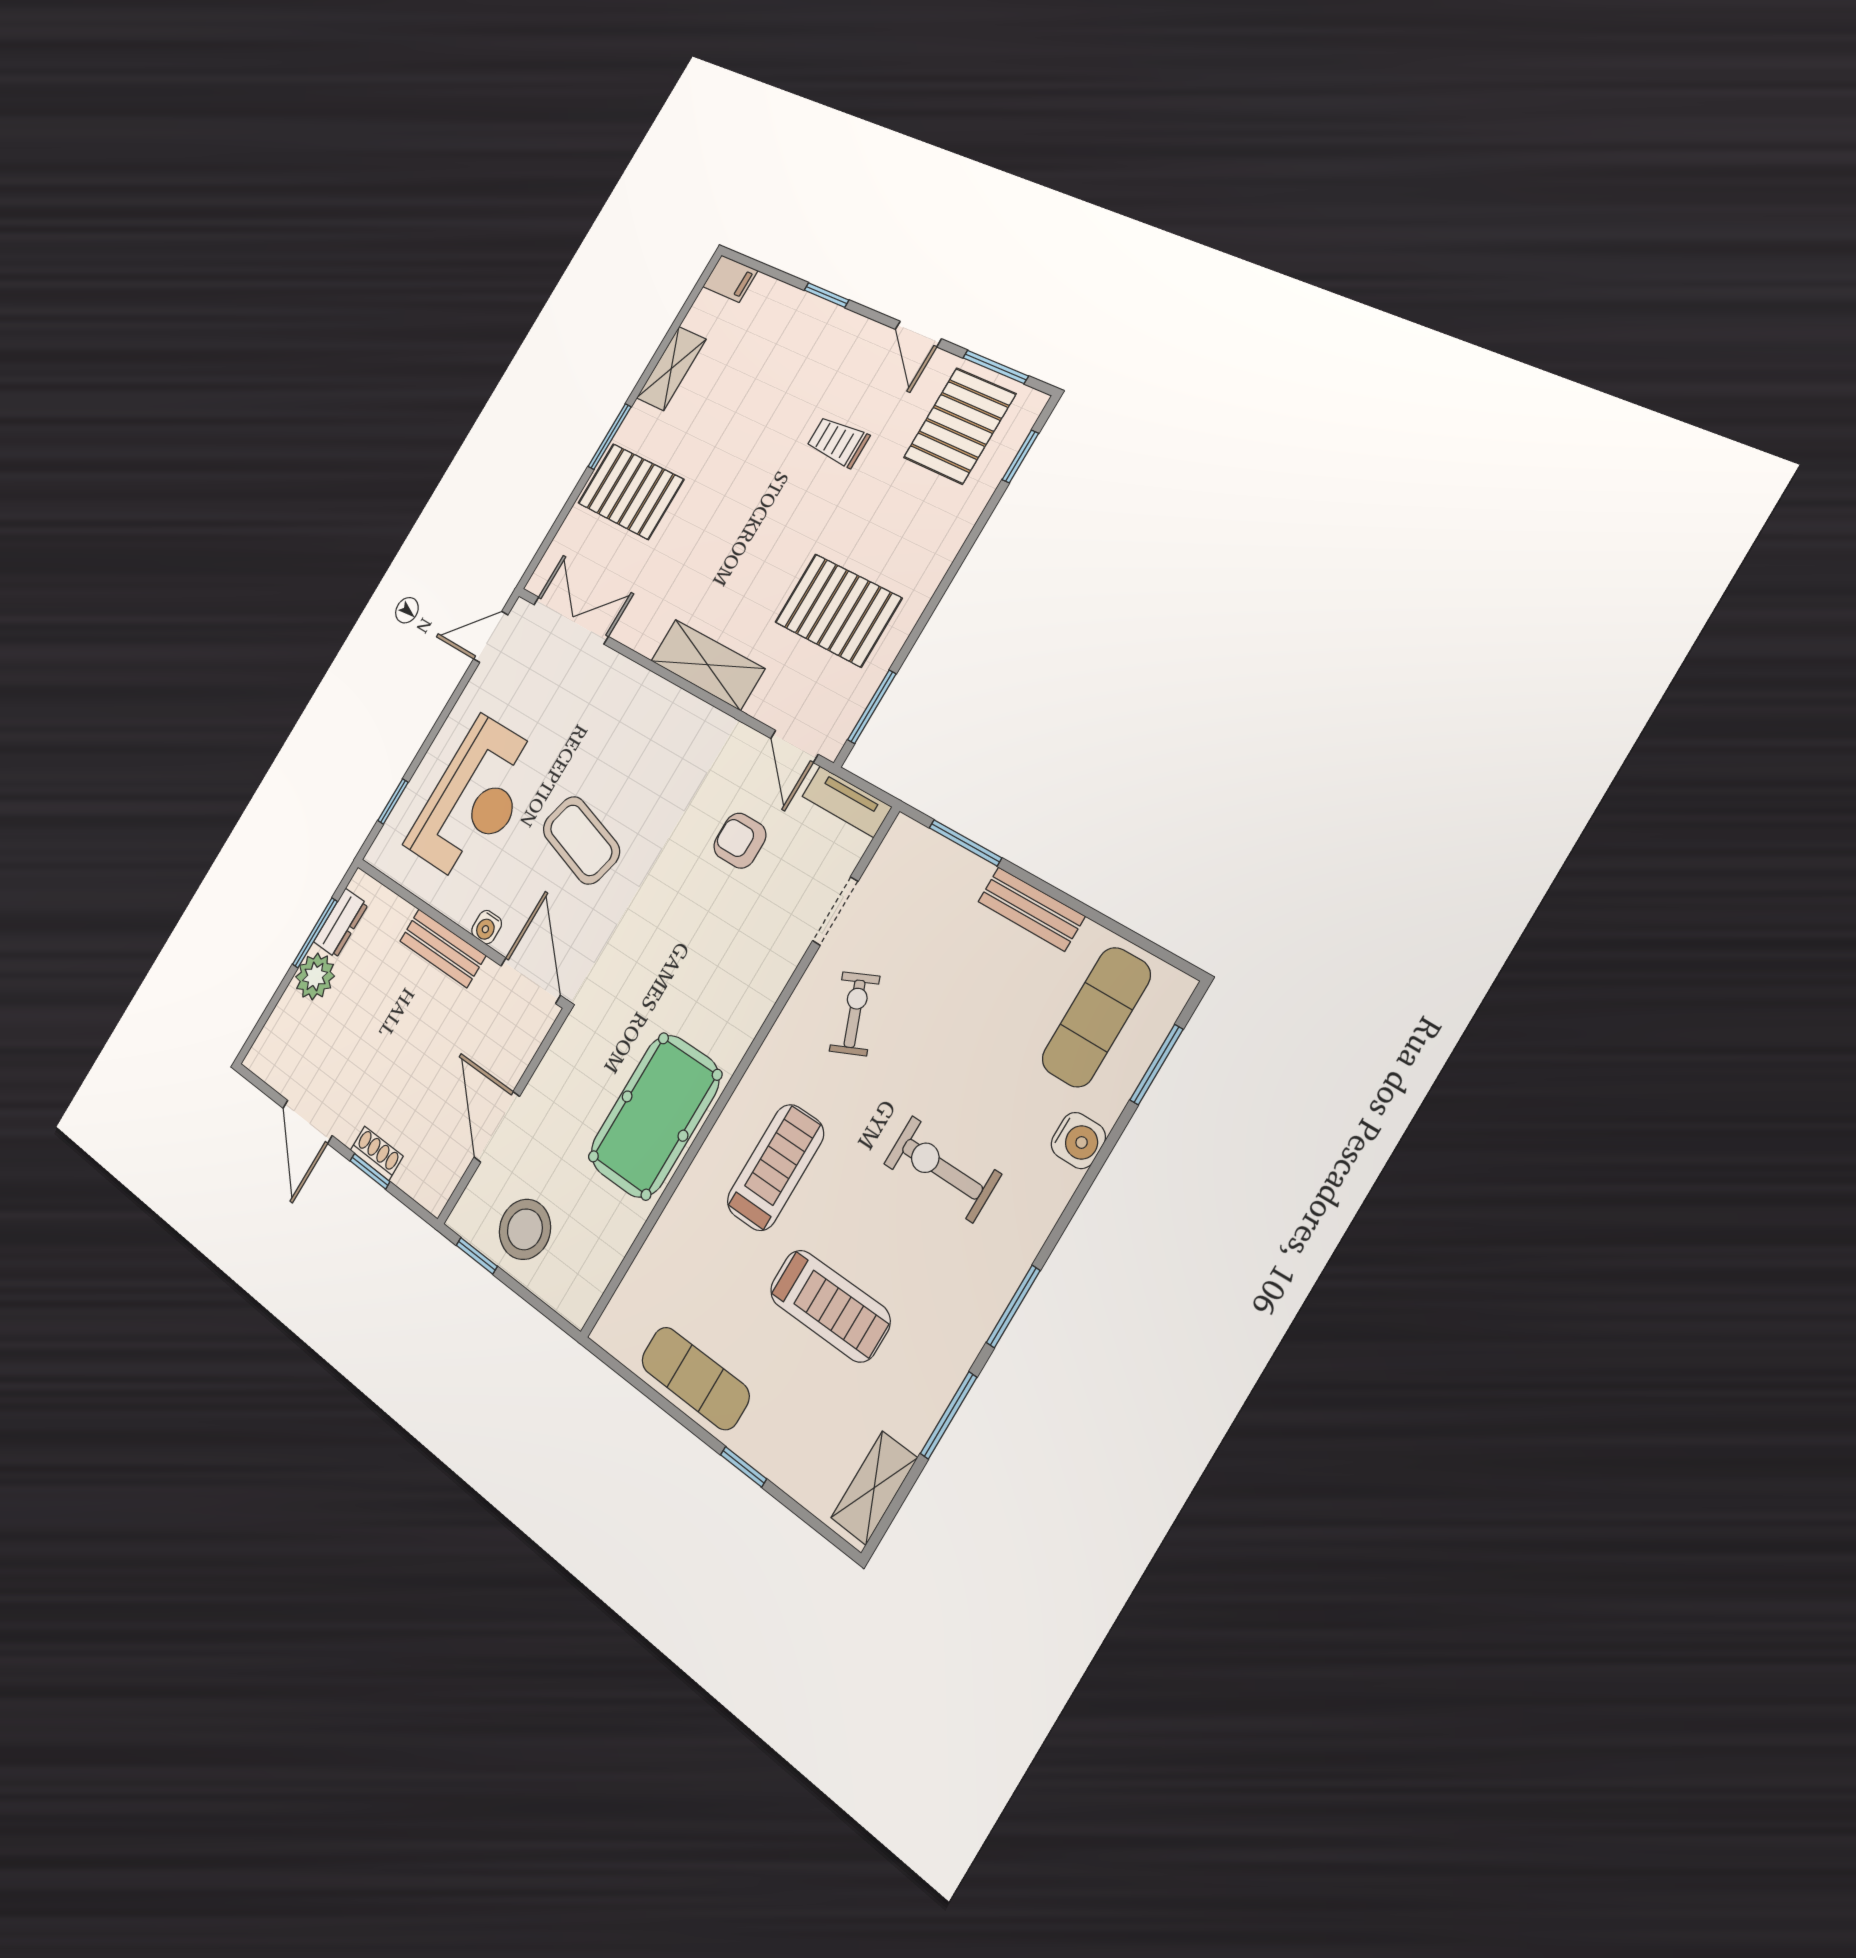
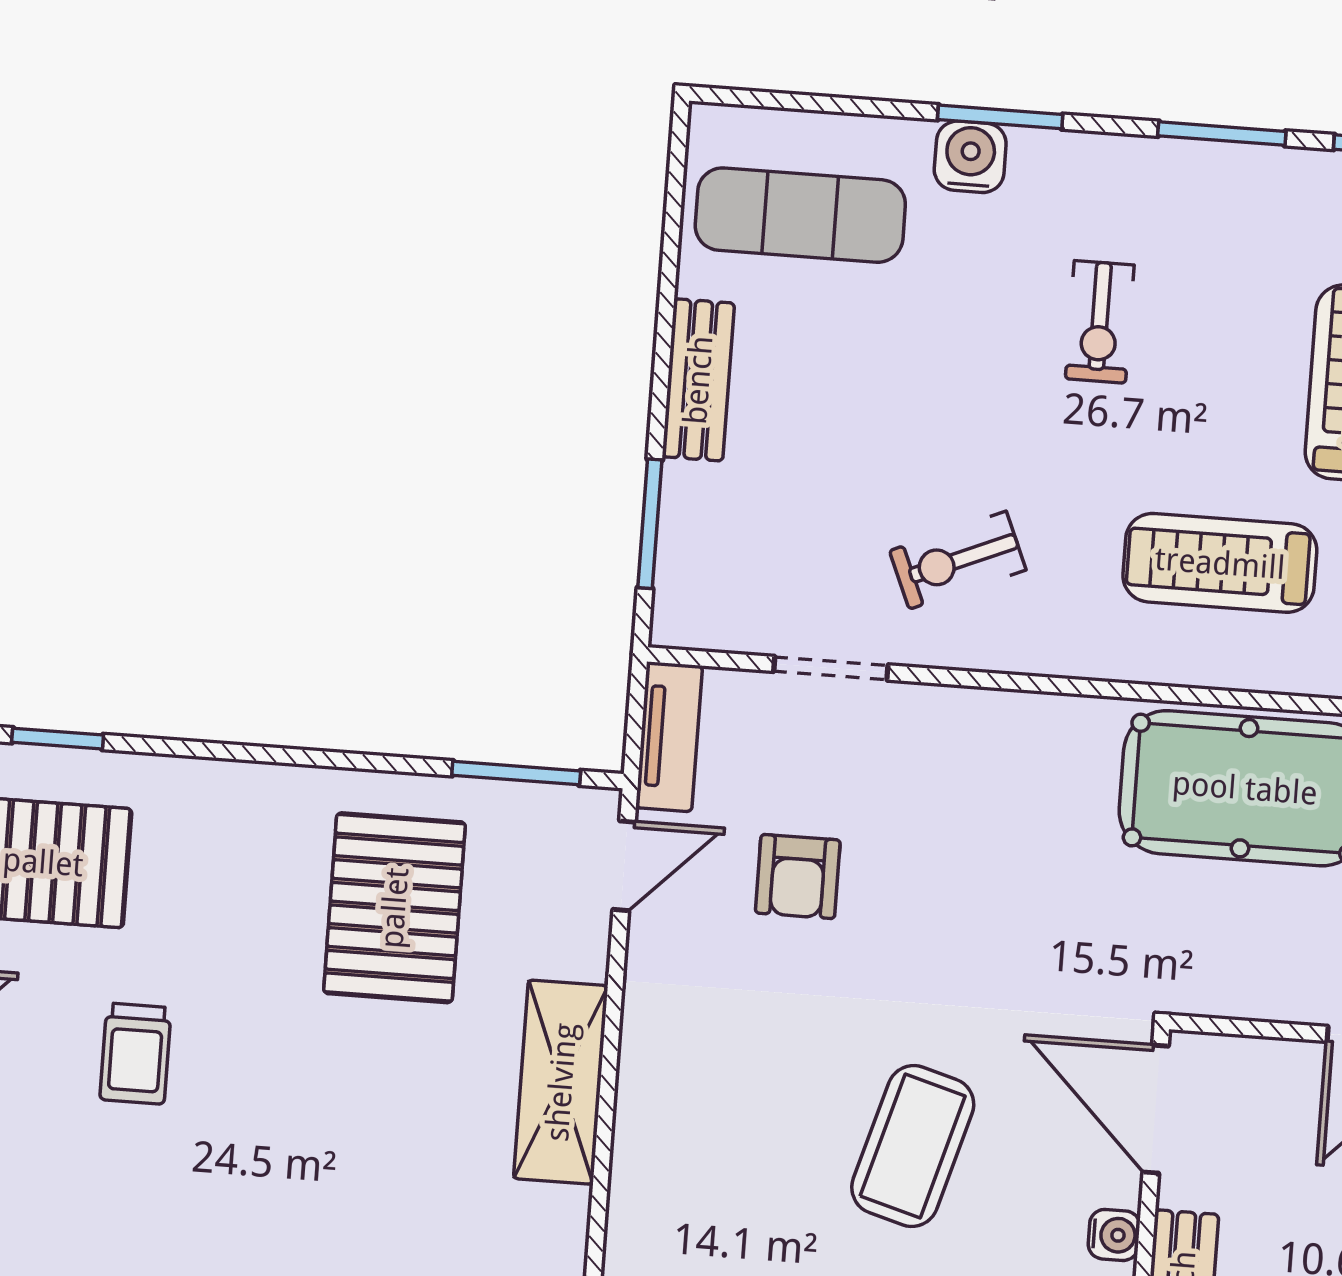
door: (531, 981) -> (1156, 1109), hinge flipped
window: (1157, 1065) -> (1000, 117), moved
exercise bike: (942, 1169) -> (1100, 322), width x0.73, depth x0.72

